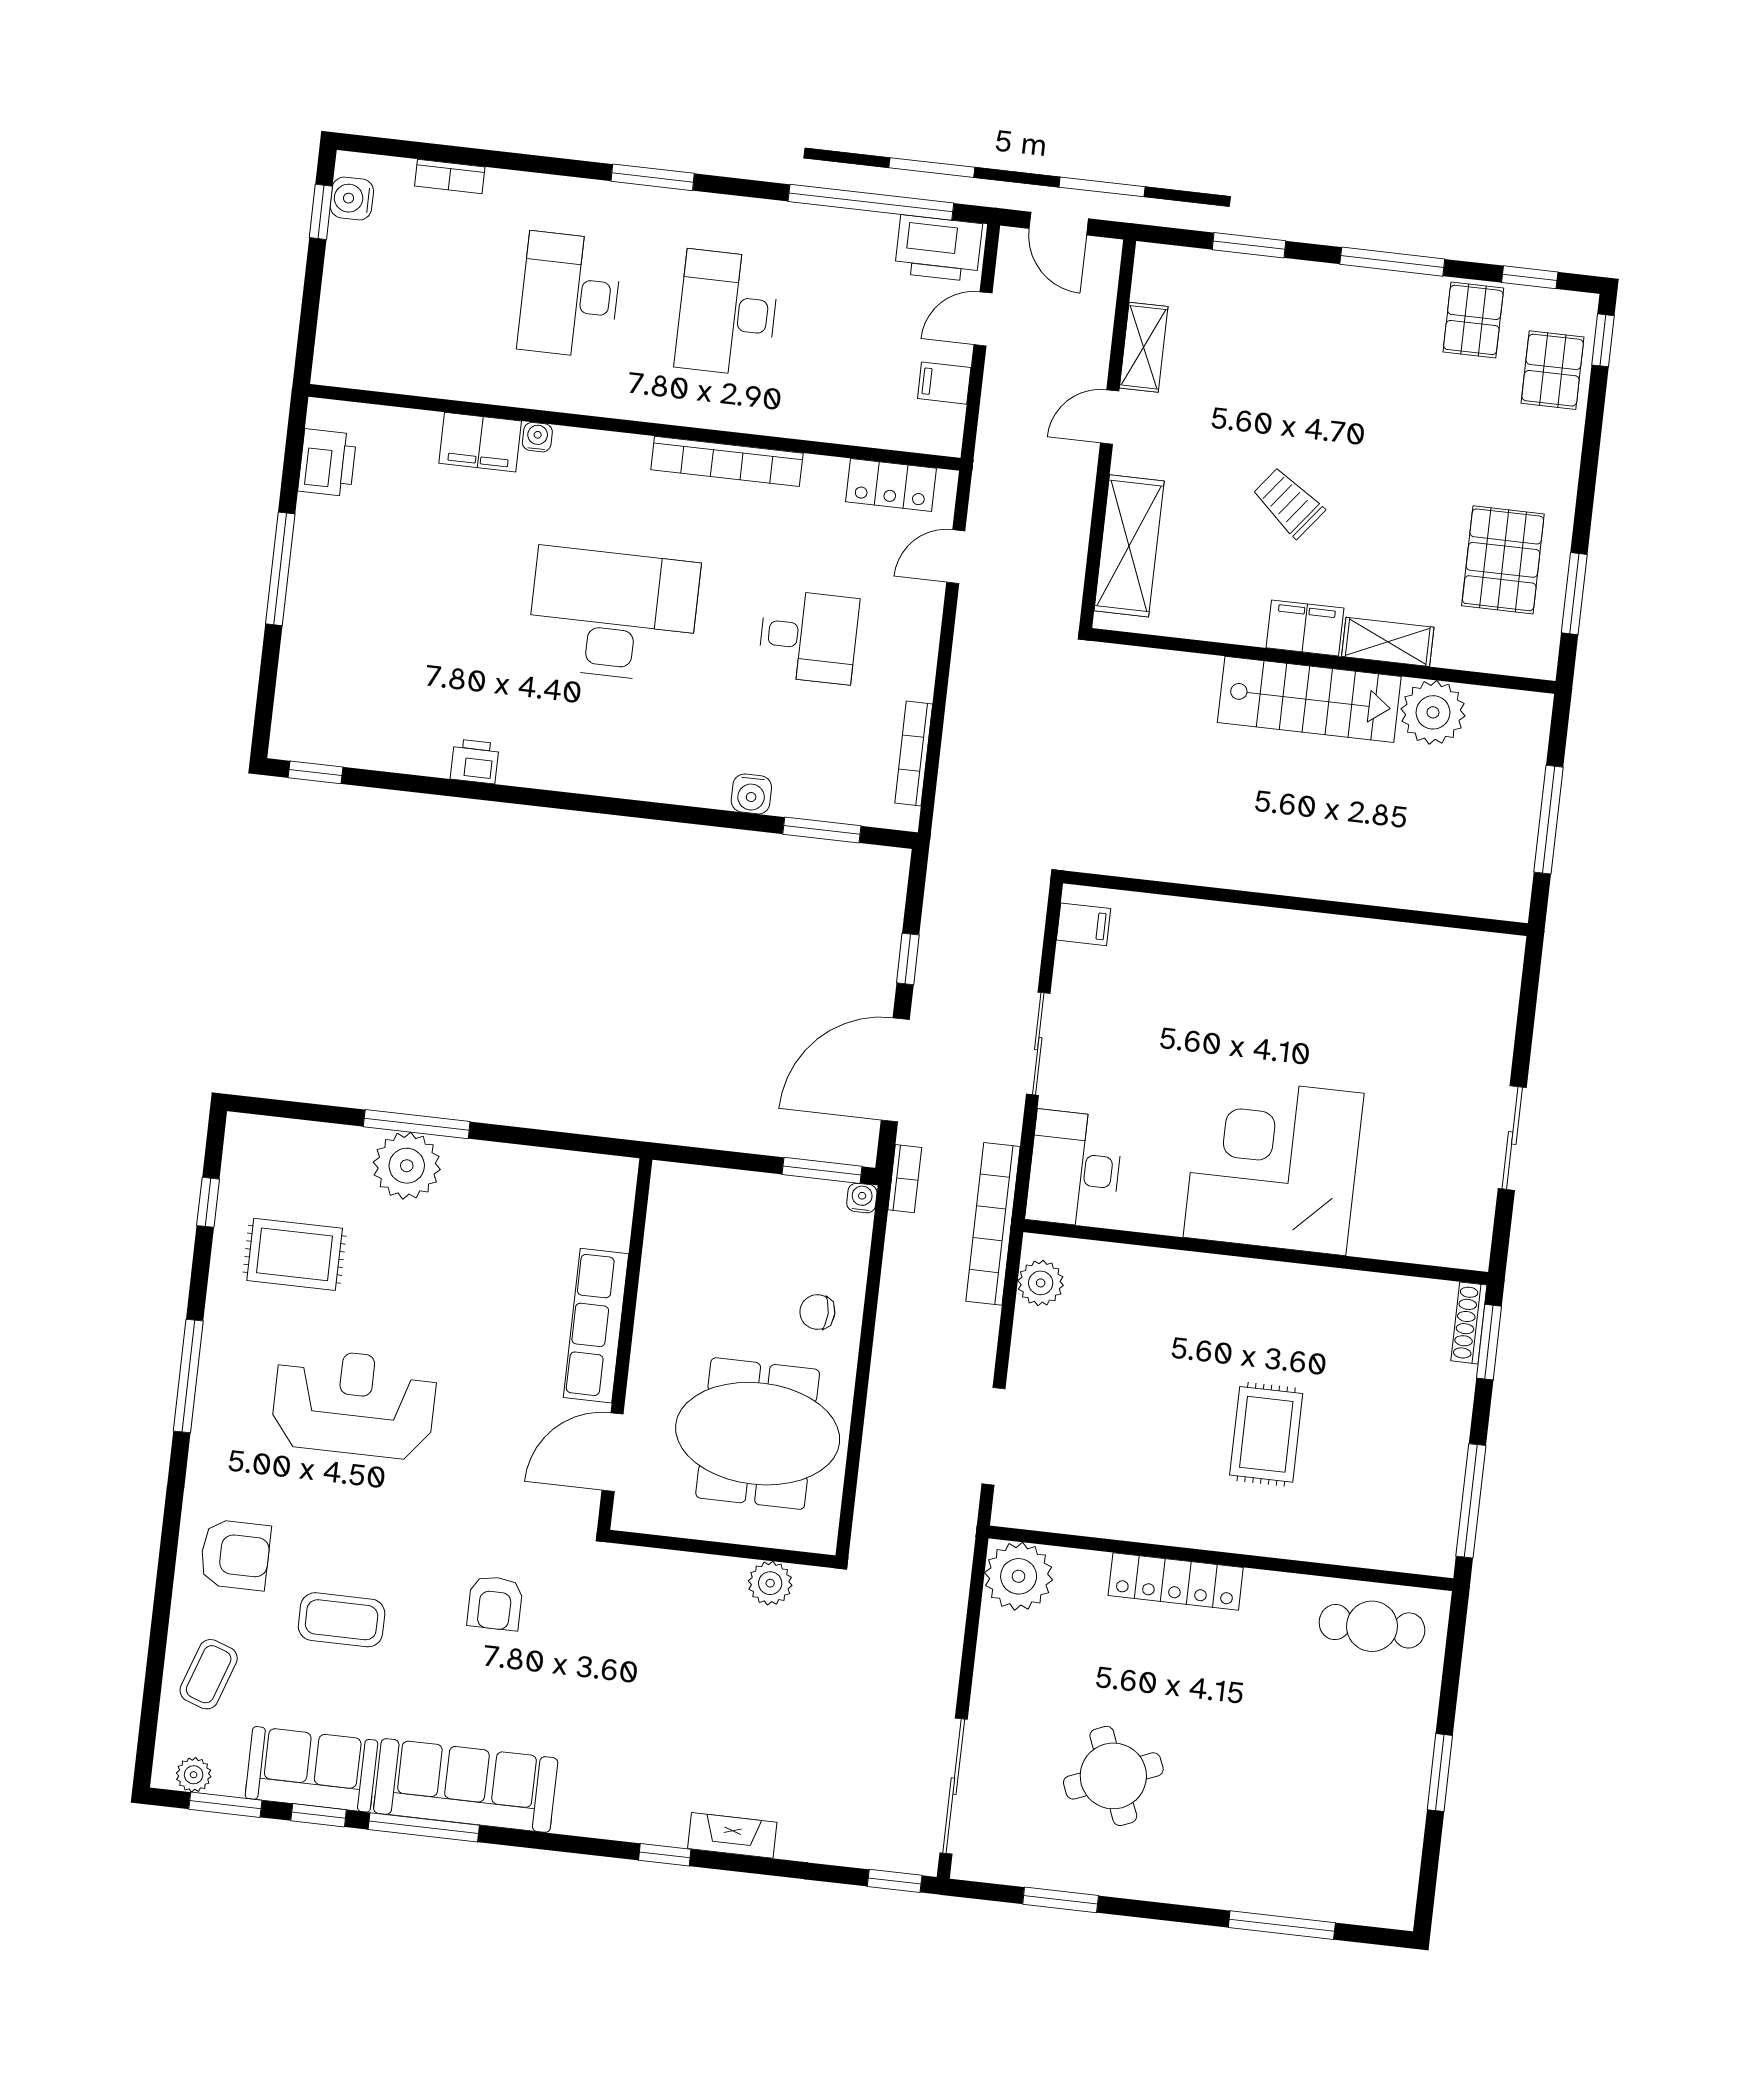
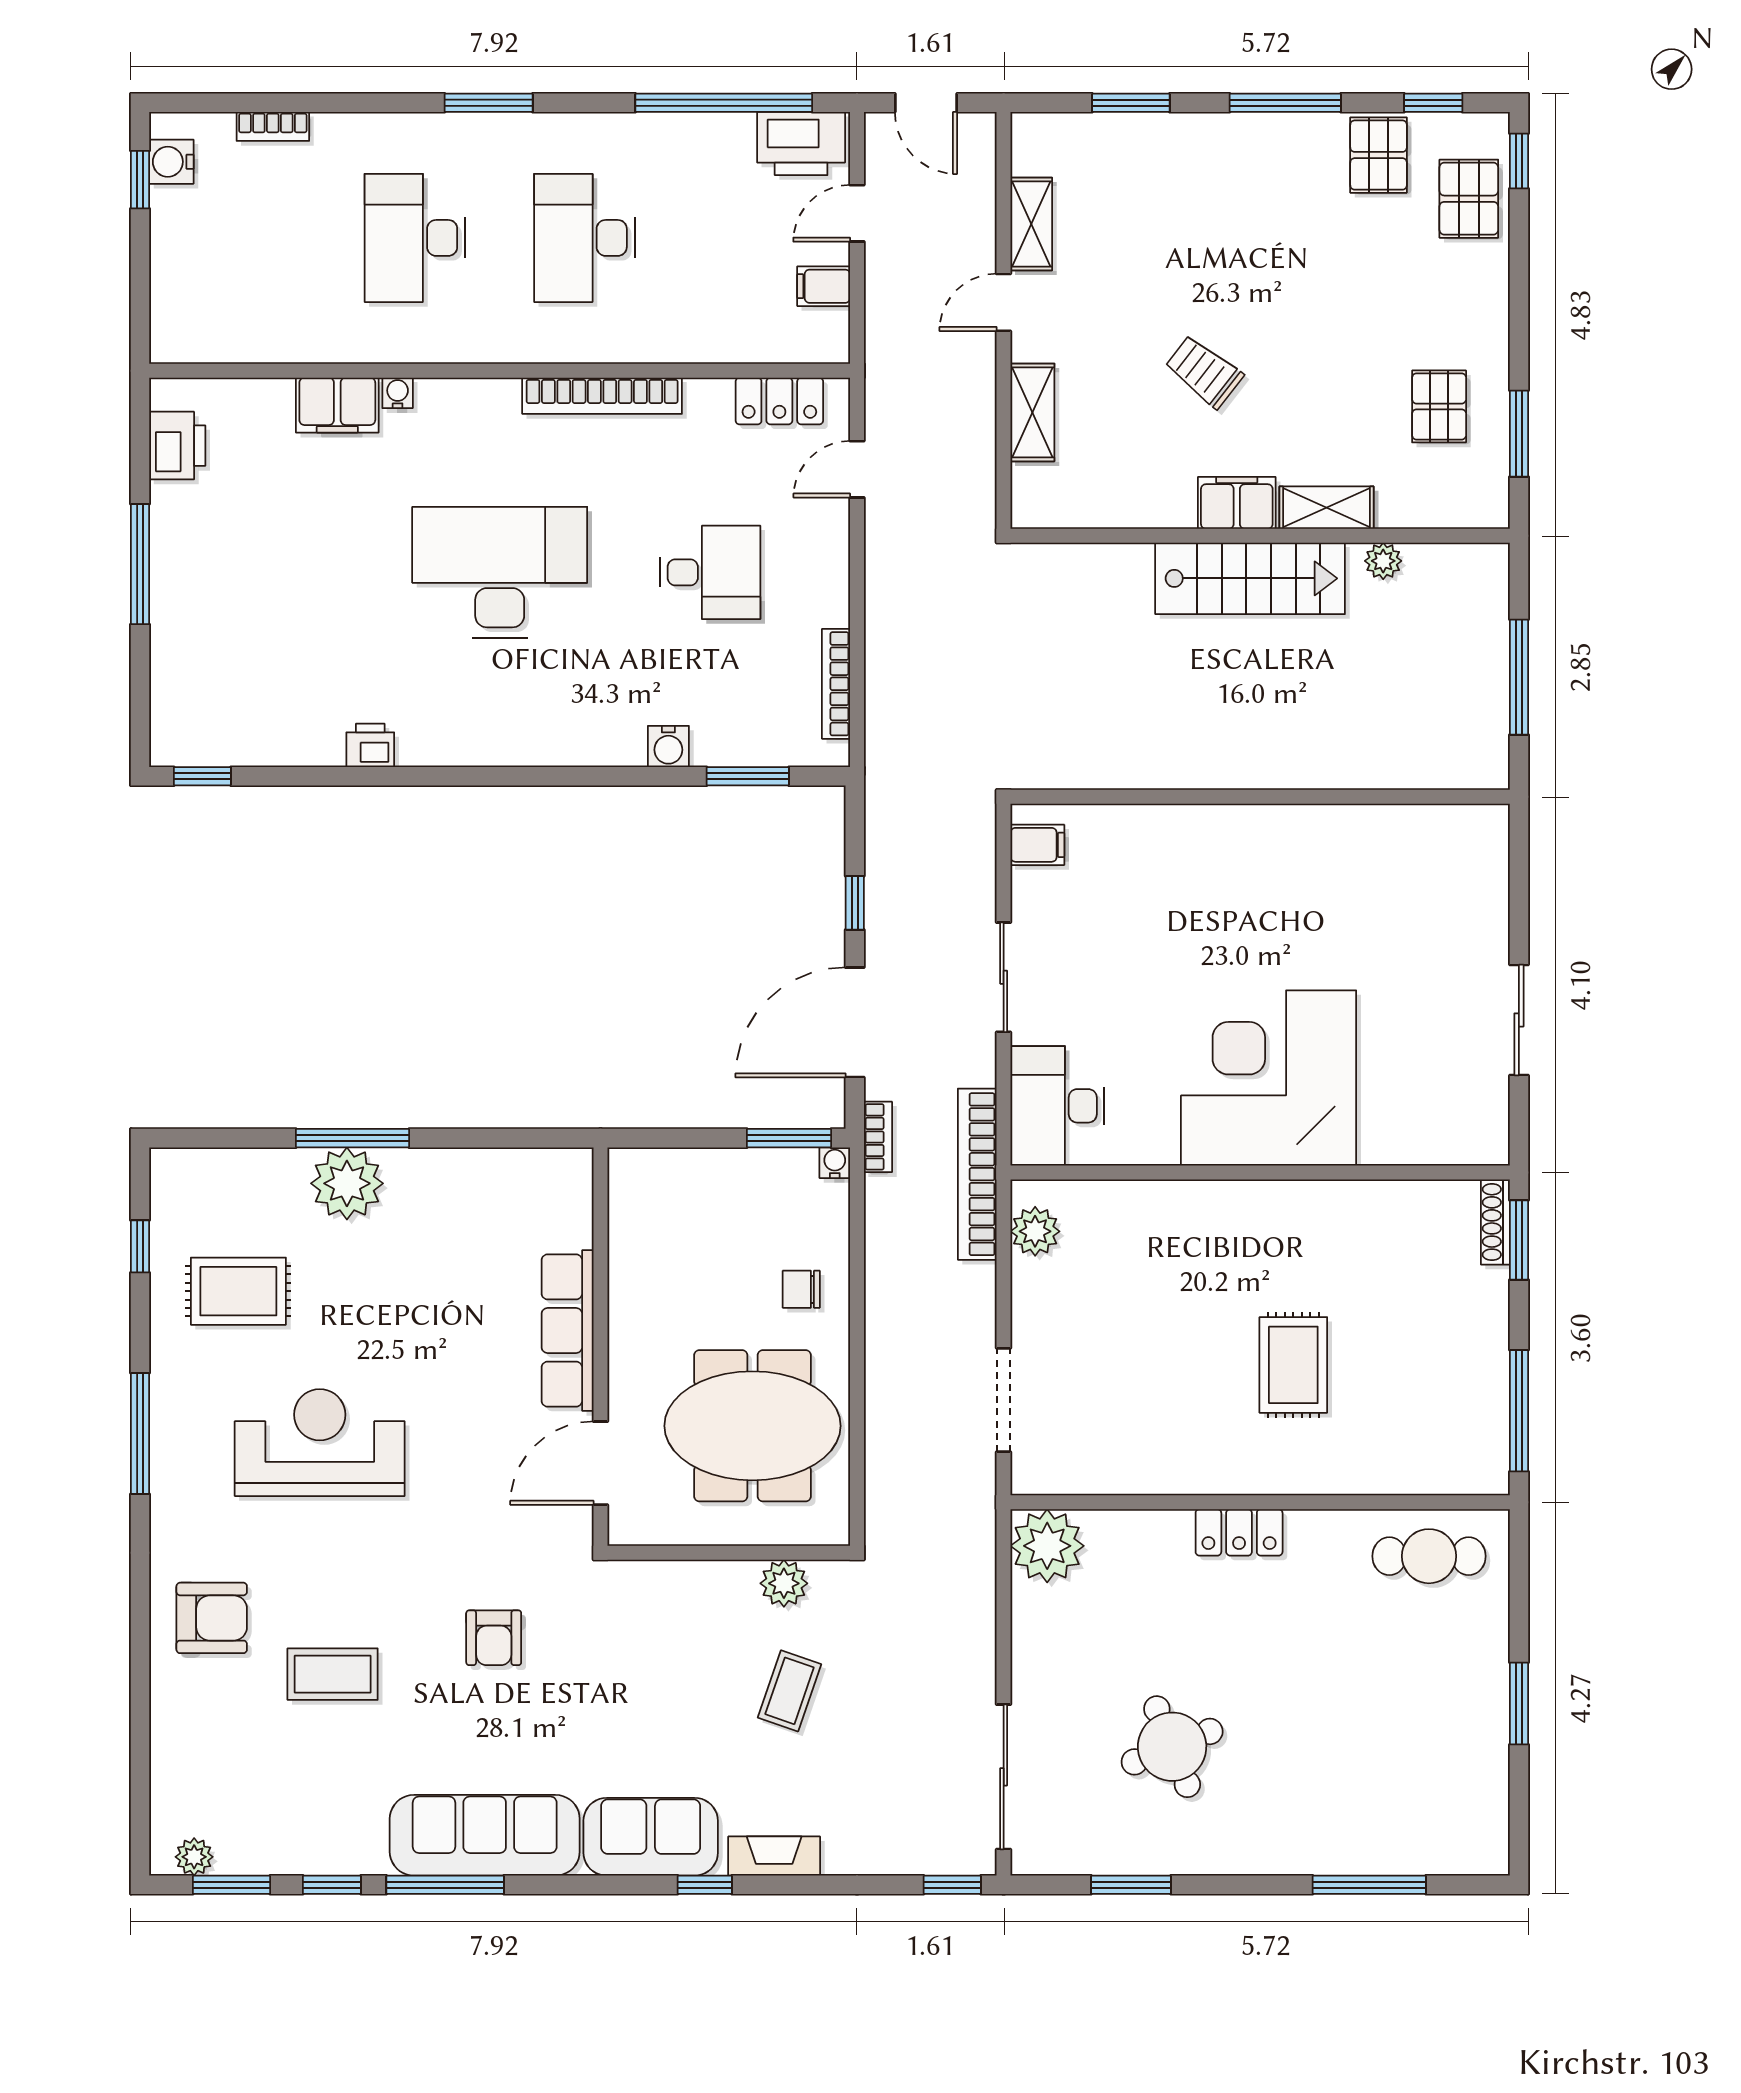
shelving: (1129, 546) -> (1032, 412), width x0.67, depth x0.75
pallet: (1503, 560) -> (1439, 406), width x0.67, depth x0.71
plant: (1433, 712) -> (1383, 561), width x0.53, depth x0.53
locker: (1176, 1581) -> (1239, 1532), width x0.66
coffee table: (209, 1674) -> (790, 1691), moved
sofa: (311, 1769) -> (651, 1837), moved

